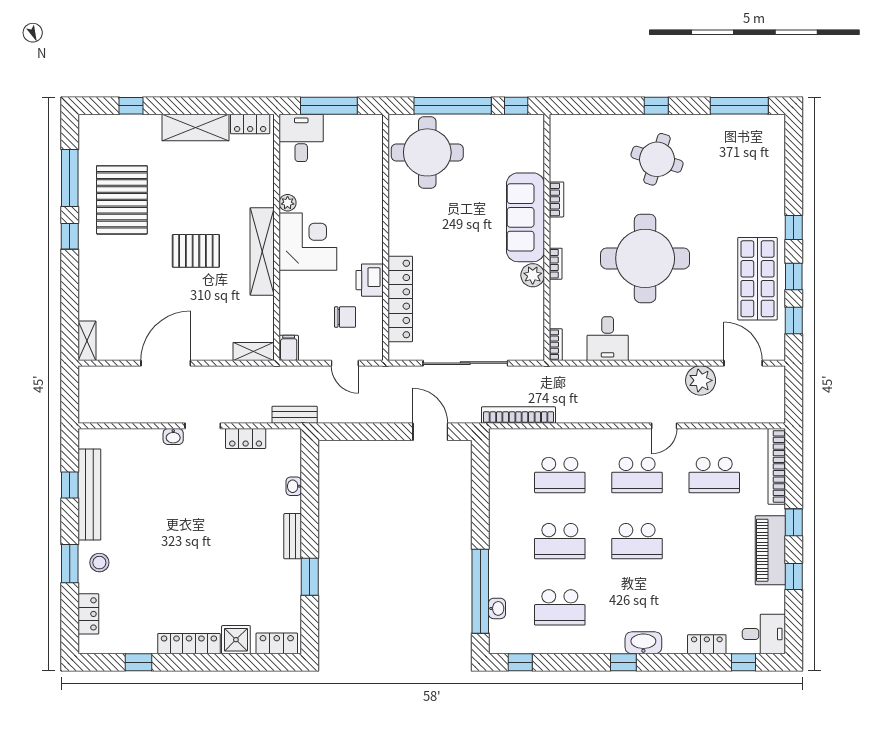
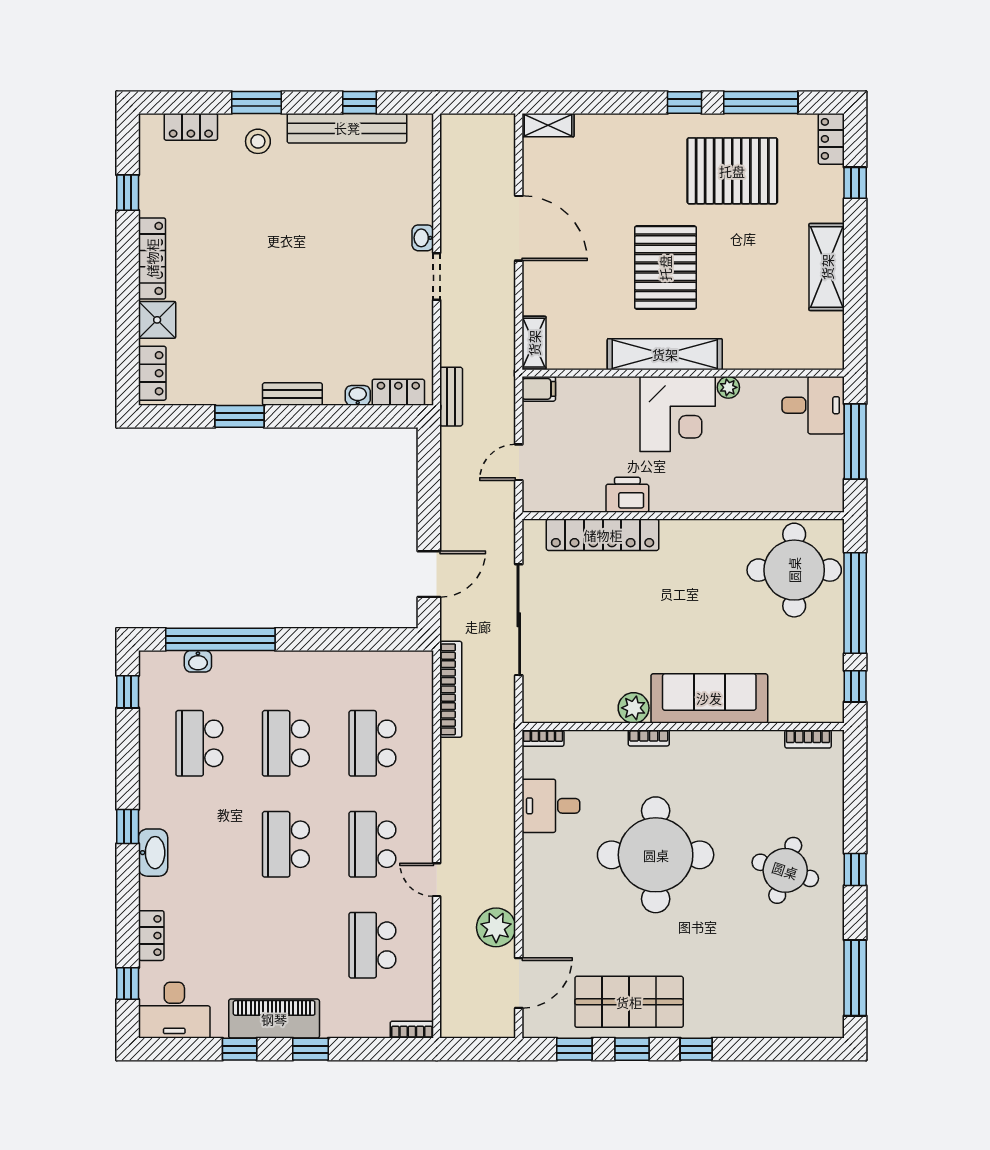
locker: (250, 124) -> (831, 139), moved
bookcase: (556, 199) -> (808, 739), moved
pallet: (196, 251) -> (665, 268), width x1.37, depth x1.41
chair: (345, 317) -> (579, 462), removed
locker: (246, 439) -> (398, 392), moved, turned 90
bookcase: (777, 466) -> (412, 1030), width x0.43, depth x0.76
desk: (764, 634) -> (174, 1010), width x1.37

